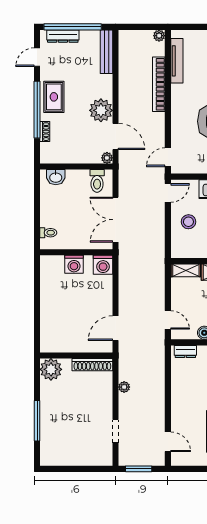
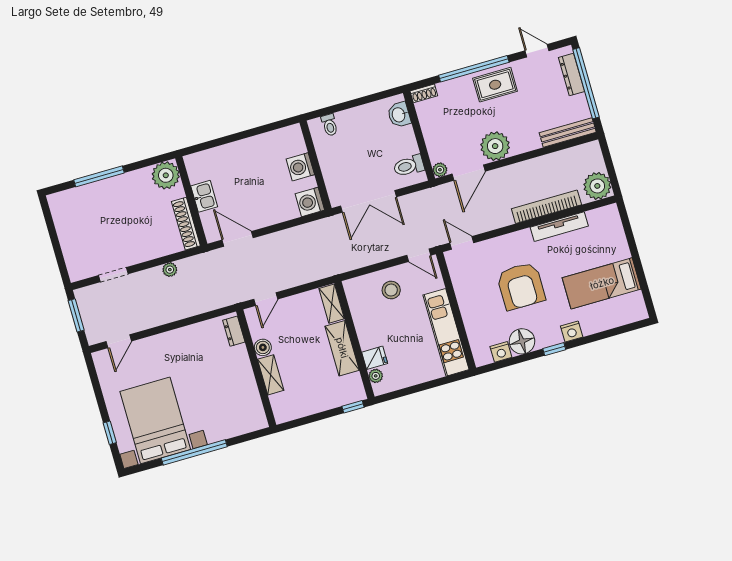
plant: (159, 36) -> (597, 186), width x1.88, depth x1.88
tv unit: (177, 61) -> (559, 227), moved
shoe rack: (45, 132) -> (424, 93), moved
double door: (116, 220) -> (369, 201), swing flipped
kitchen sink: (75, 345) -> (204, 196), added

